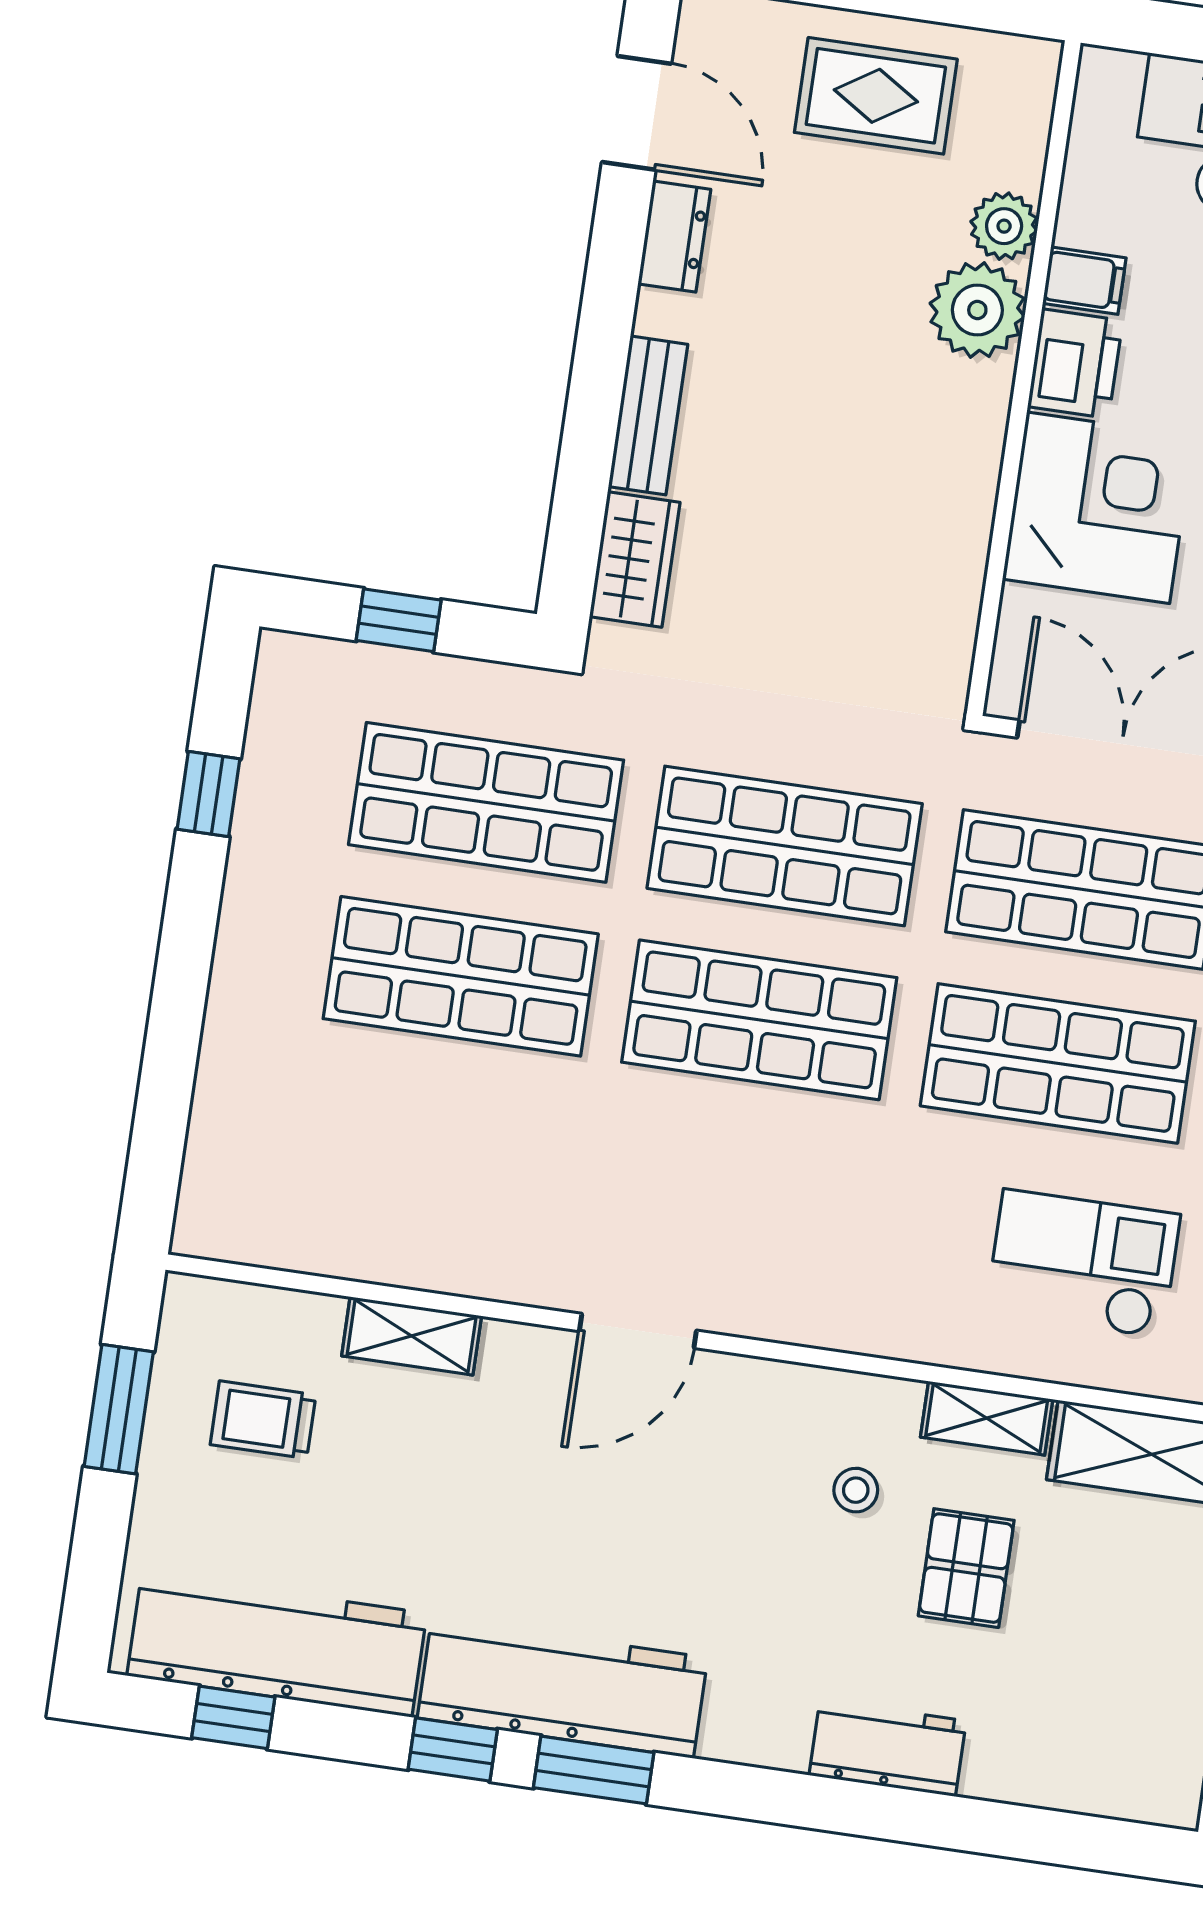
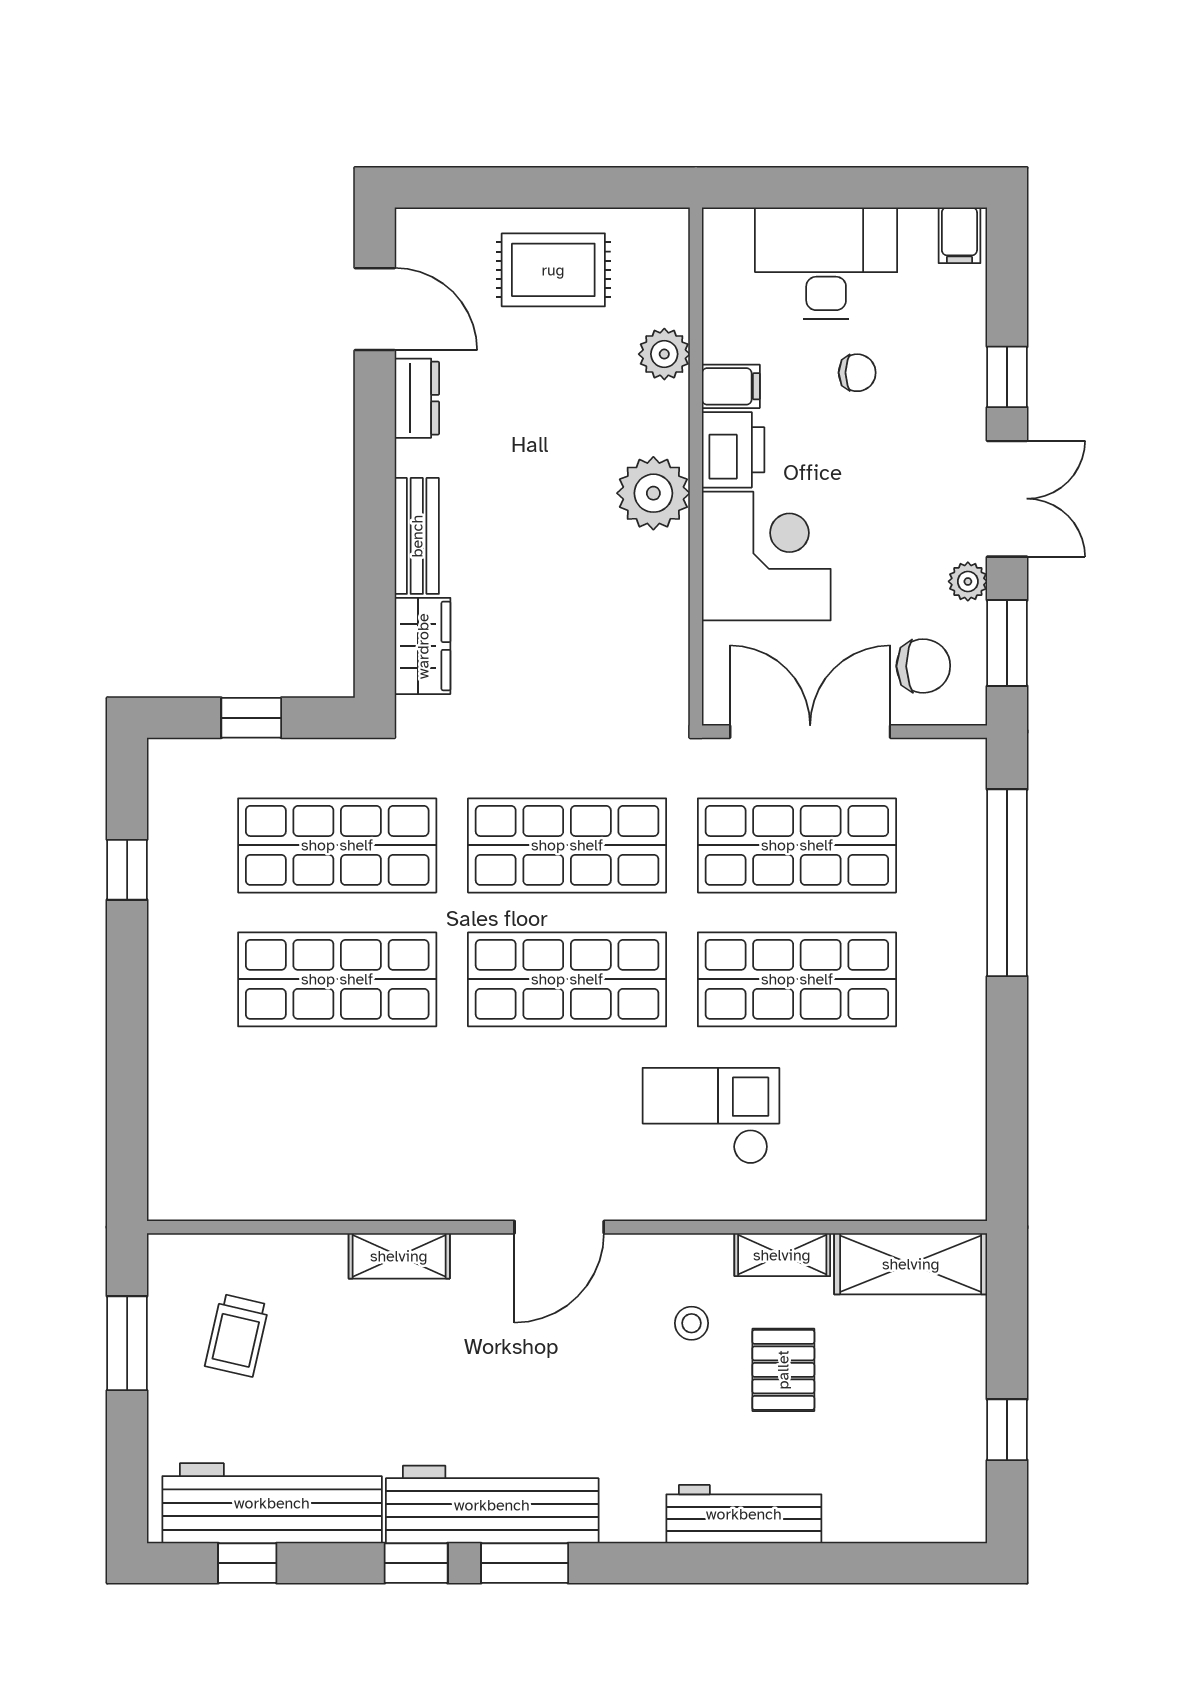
plant: (977, 310) -> (653, 493), moved
checkout: (1083, 1264) -> (711, 1116), moved
door: (638, 1331) -> (559, 1227), moved
shelving: (412, 1336) -> (399, 1256), moved
trolley: (263, 1420) -> (237, 1335), turned -77
workbench: (888, 1748) -> (744, 1514), width x1.38

